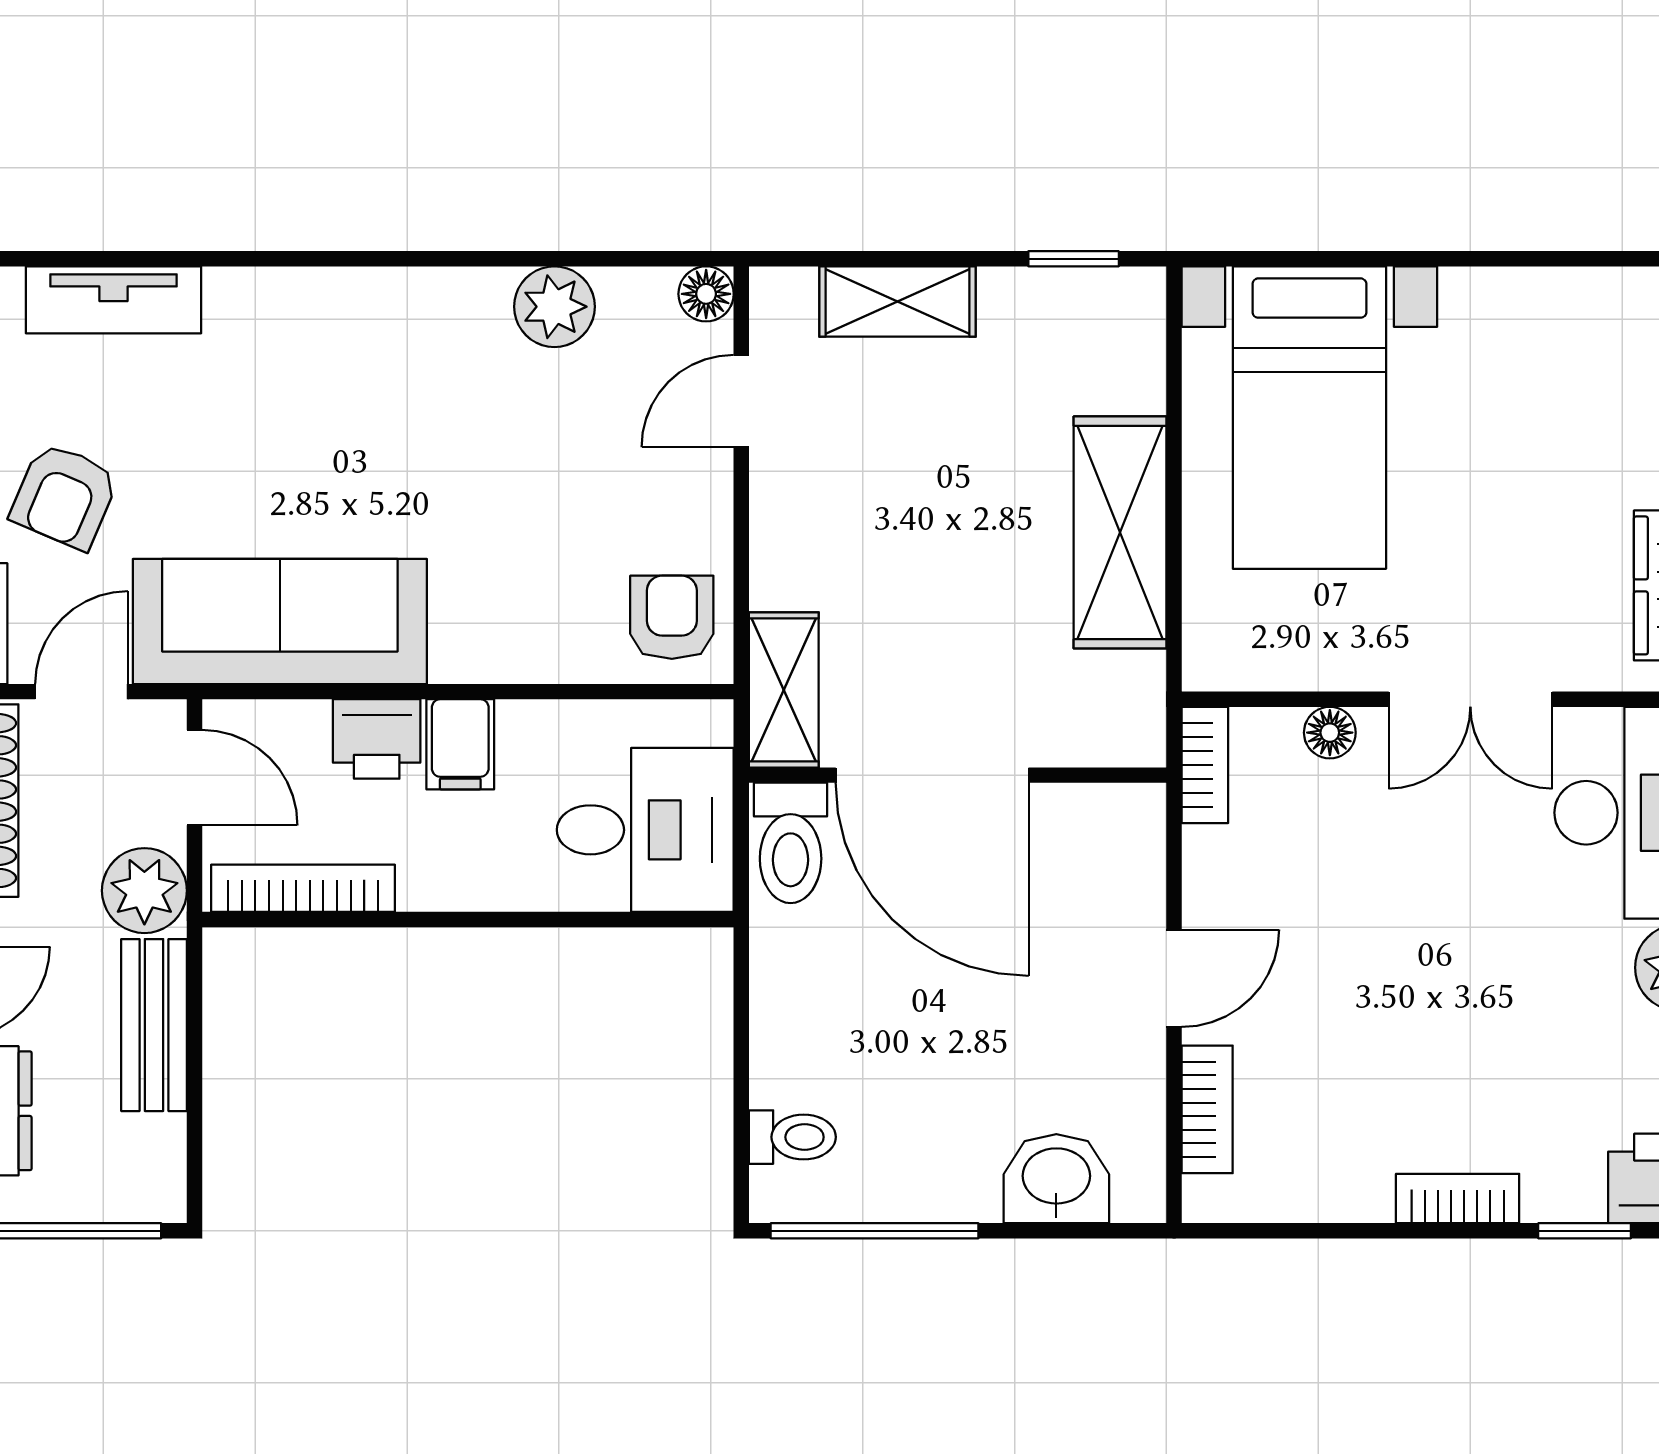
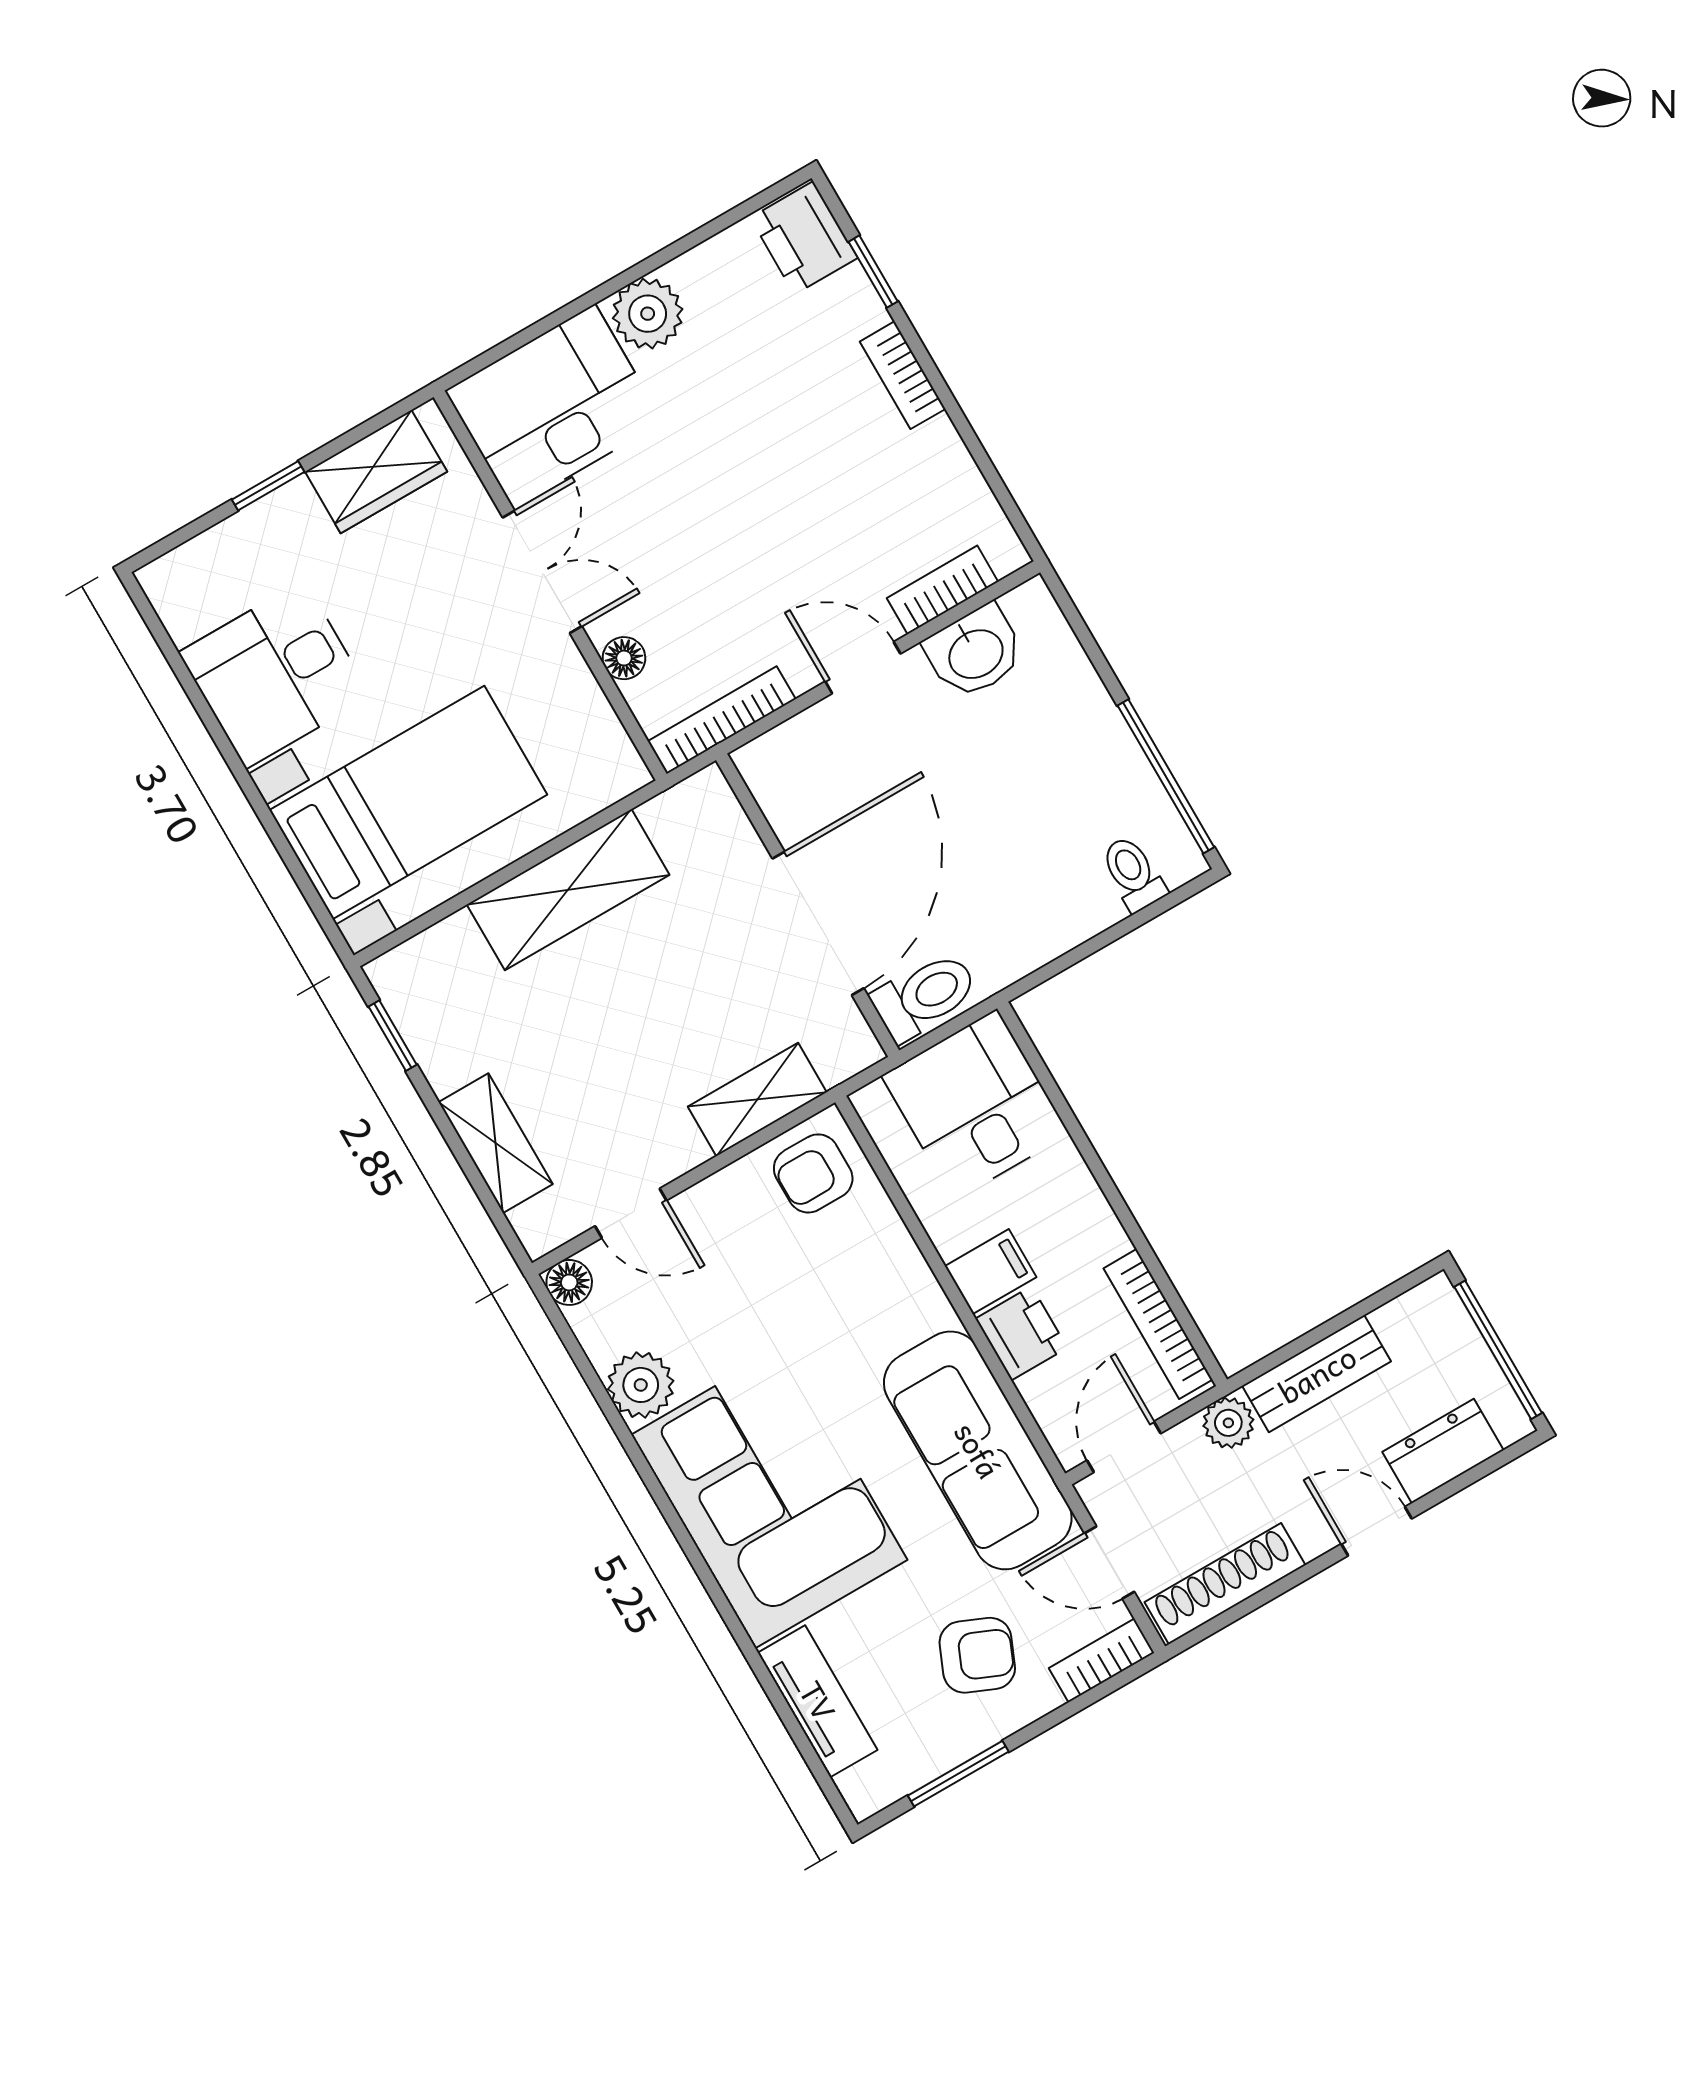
desk: (1526, 355) -> (275, 674), added
corner sofa: (358, 374) -> (769, 1497), added
shelving: (784, 690) -> (757, 1100), moved
bookcase: (1205, 765) -> (722, 720), width x1.56
plant: (144, 891) -> (1228, 1423), width x0.73, depth x0.73
washbasin: (1056, 1179) -> (975, 652), moved, turned -90

